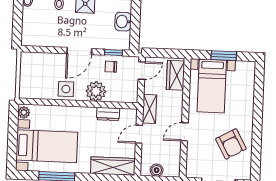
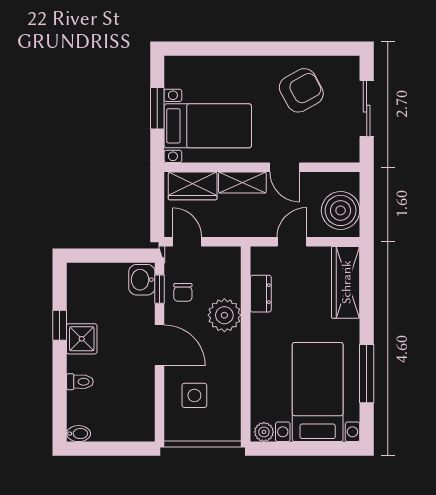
washbasin: (123, 22) -> (142, 280), moved, turned 90
side table: (66, 89) -> (194, 395), moved
shelving: (149, 109) -> (242, 183), moved
door: (139, 134) -> (292, 242), swing flipped
boiler: (157, 170) -> (341, 210), width x1.86, depth x1.86

